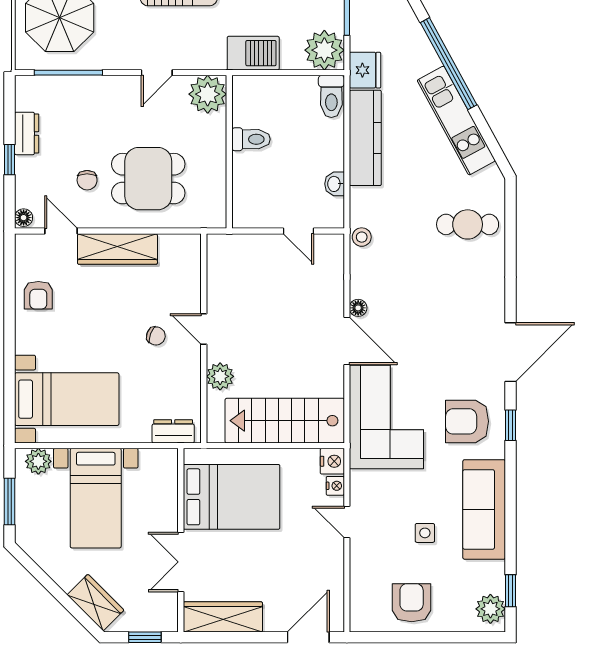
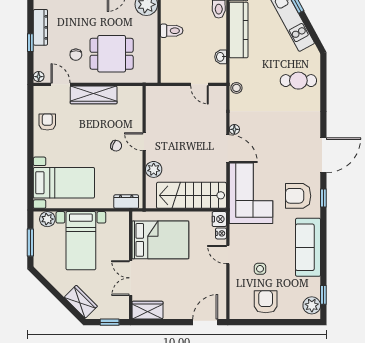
dresser: (27, 133) -> (40, 27), width x1.44
armchair: (38, 295) -> (47, 122), turned 180
side table: (425, 533) -> (260, 269), moved
wardrobe: (223, 617) -> (148, 310), width x0.67

